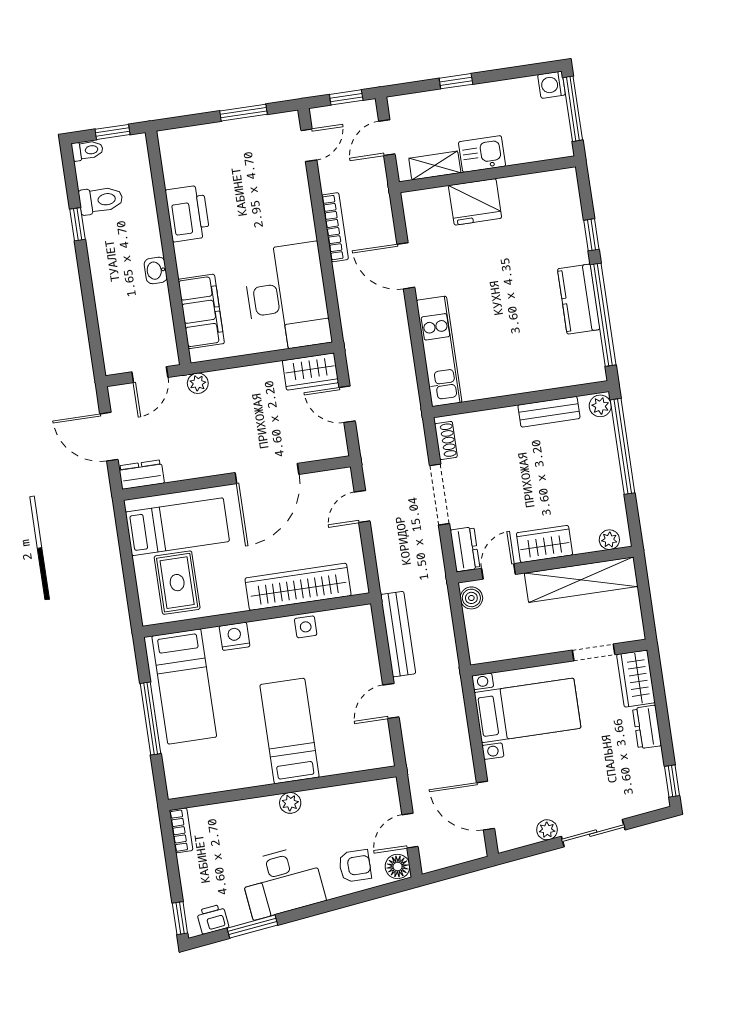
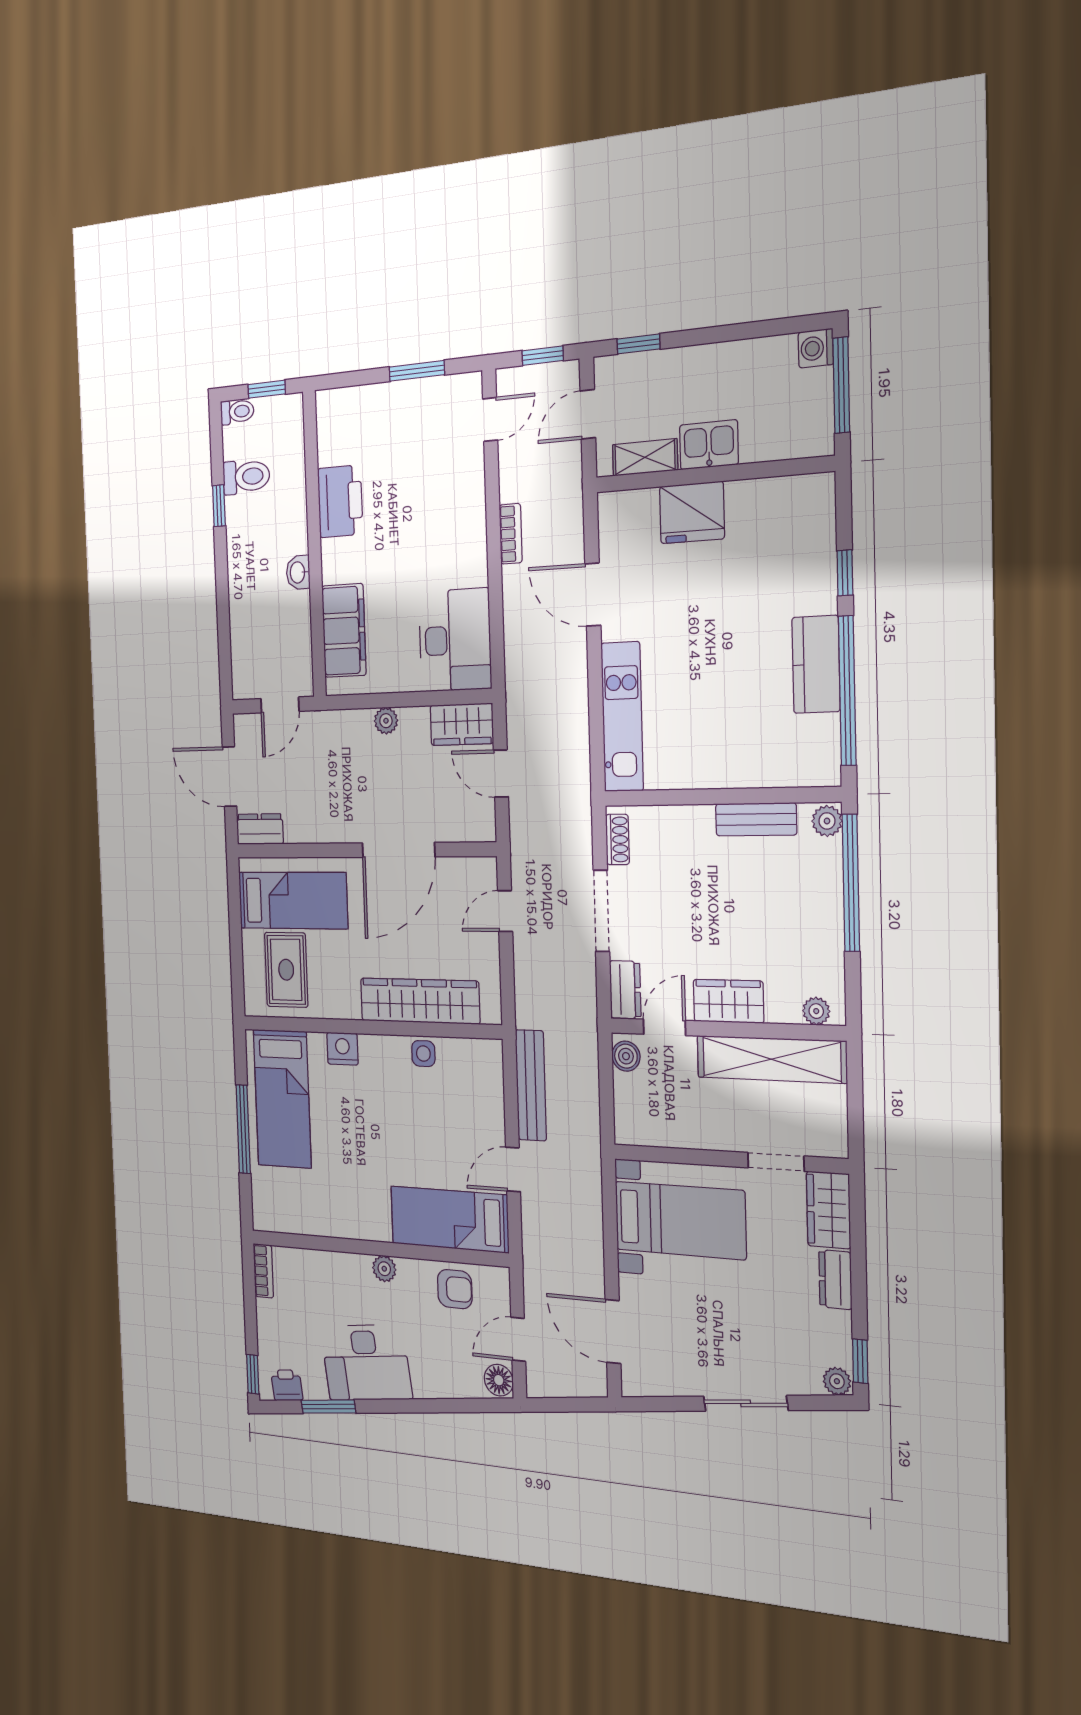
window: (456, 81) -> (638, 344), moved
bookcase: (335, 227) -> (511, 534), width x0.64
desk: (287, 297) -> (455, 640), width x0.73, depth x0.77
plant: (198, 383) -> (386, 721), moved
bed: (289, 731) -> (449, 1219), moved, turned -90
plant: (547, 830) -> (837, 1381), moved
armchair: (355, 866) -> (455, 1289), moved

